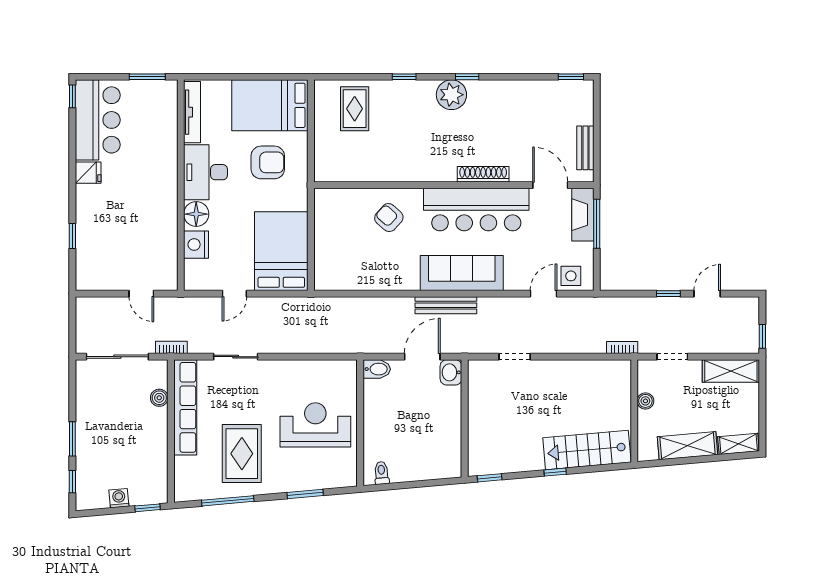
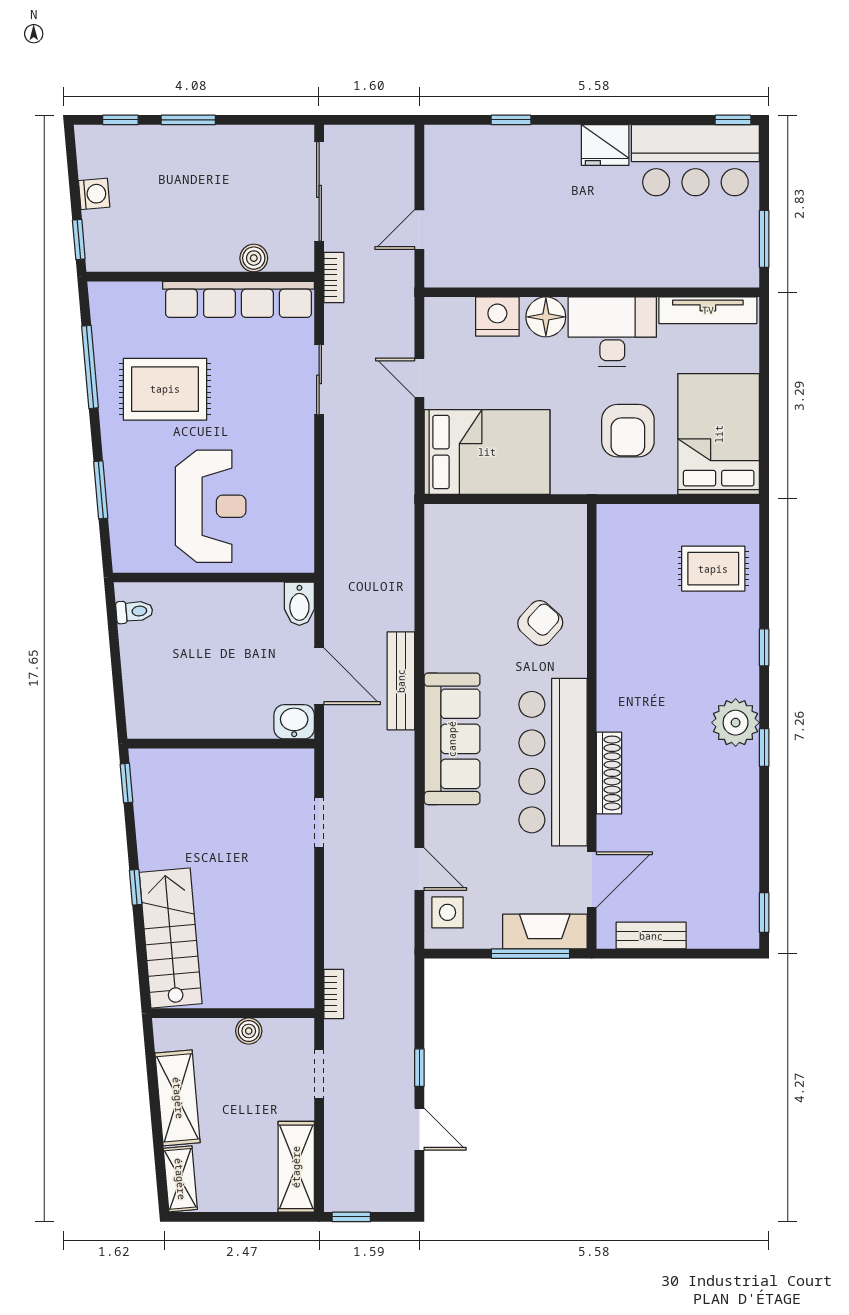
fridge: (88, 173) -> (605, 145), width x1.38
bench: (446, 305) -> (401, 681), moved

